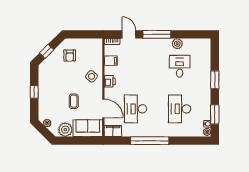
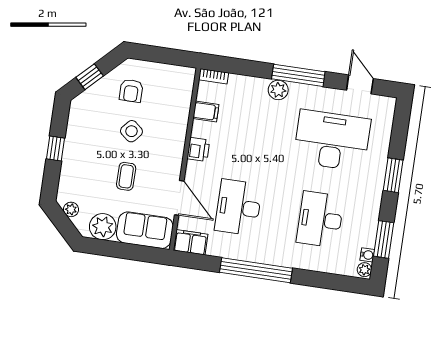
door: (129, 34) -> (360, 84), moved
plant: (177, 44) -> (278, 90), moved
desk: (180, 66) -> (332, 141), width x1.87, depth x1.30
side table: (92, 76) -> (131, 131), moved

